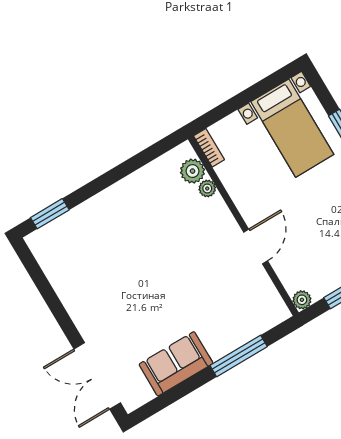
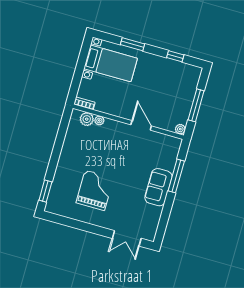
grand piano: (115, 274) -> (95, 190), added
sofa: (176, 364) -> (158, 187), moved
double door: (97, 376) -> (127, 238), width x0.73

